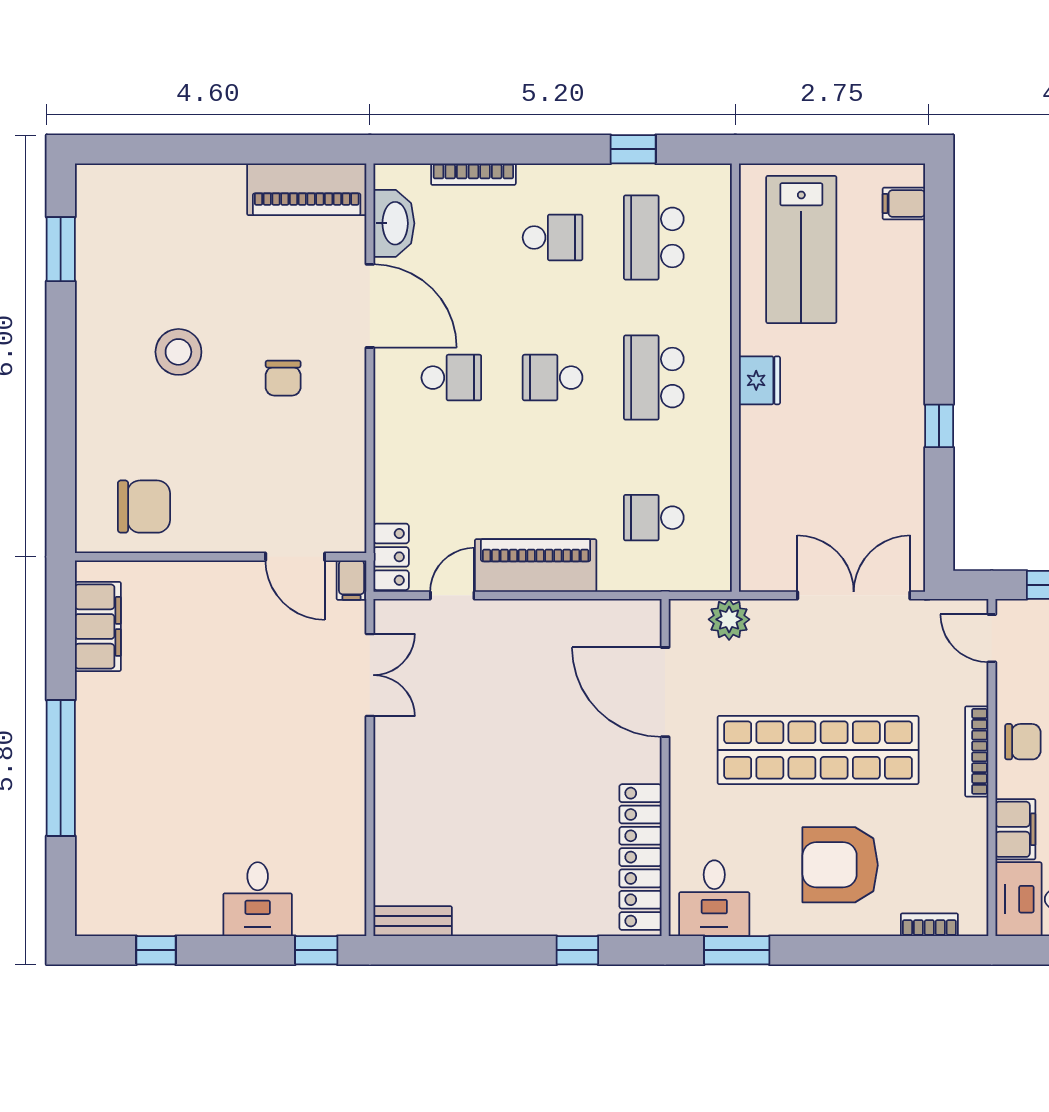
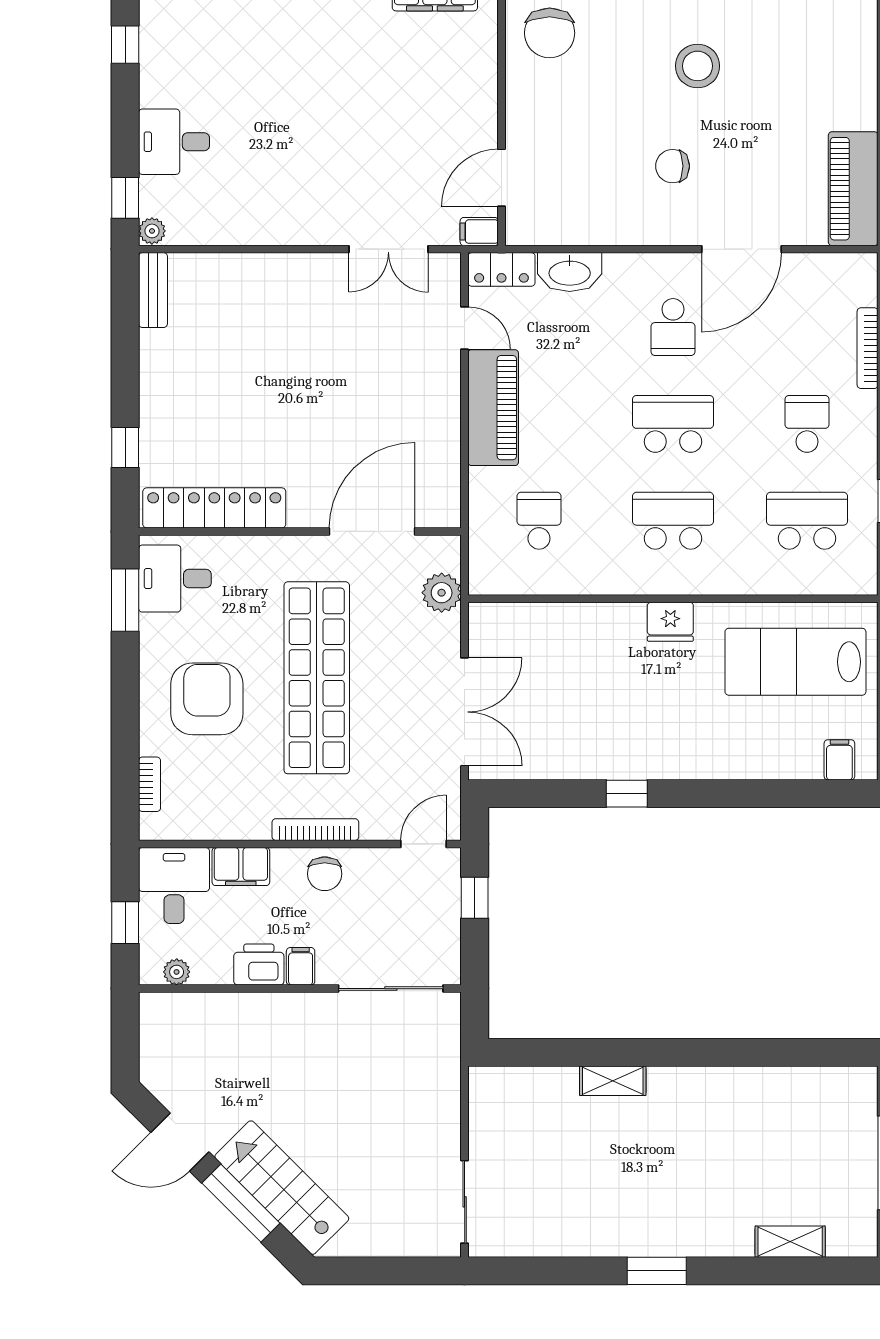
washbasin: (394, 223) -> (570, 272), moved
school desk: (553, 237) -> (807, 424), turned 180
school desk: (553, 378) -> (673, 424), width x1.85
plant: (351, 922) -> (152, 231), added

